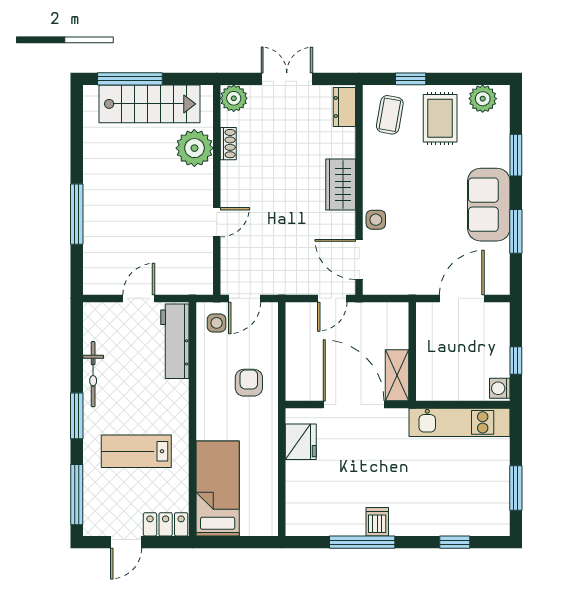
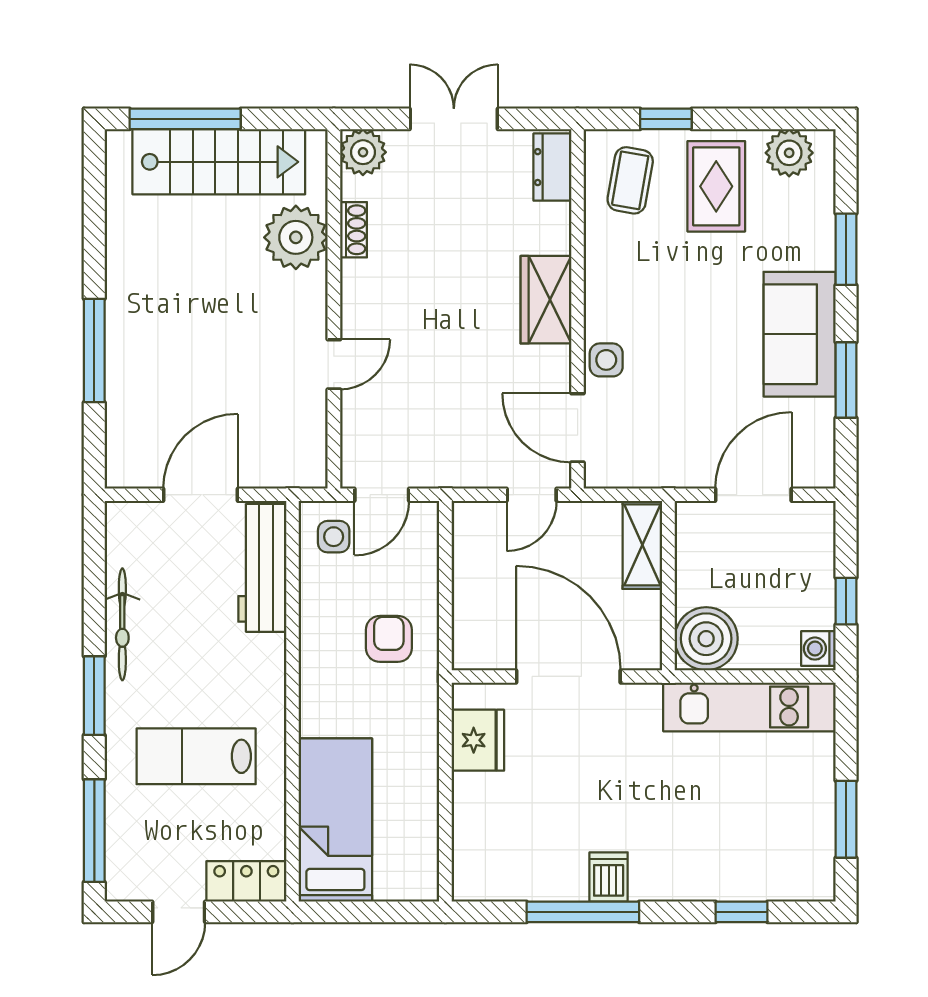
door: (139, 298) -> (200, 495), width x1.38
shelving: (397, 375) -> (642, 545), moved
boiler: (434, 383) -> (706, 639), added

